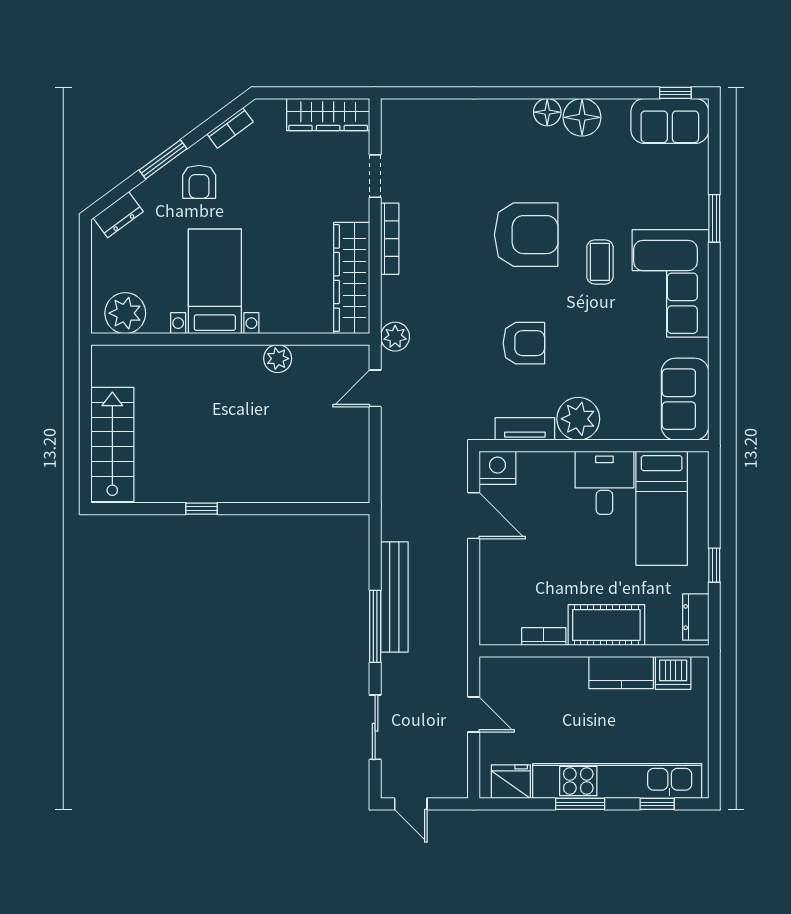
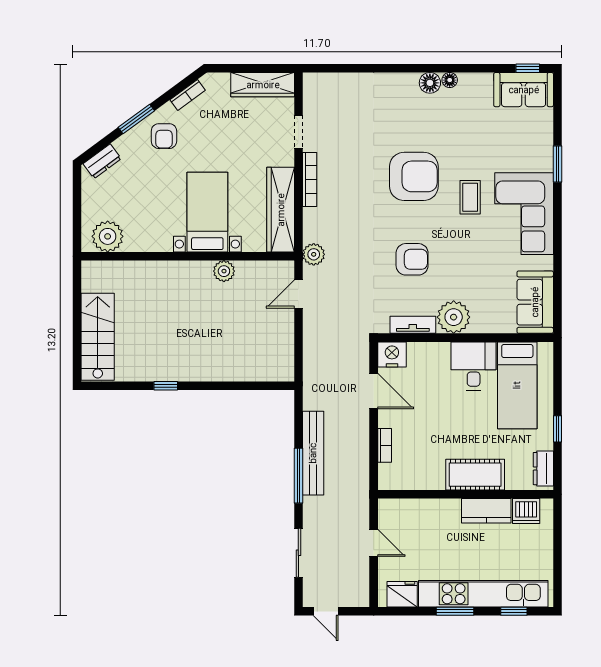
floor lamp: (582, 117) -> (450, 80), width x0.53, depth x0.53
bed with nightstands: (215, 281) -> (207, 212), moved
bookcase: (544, 636) -> (385, 445), moved, turned 90

